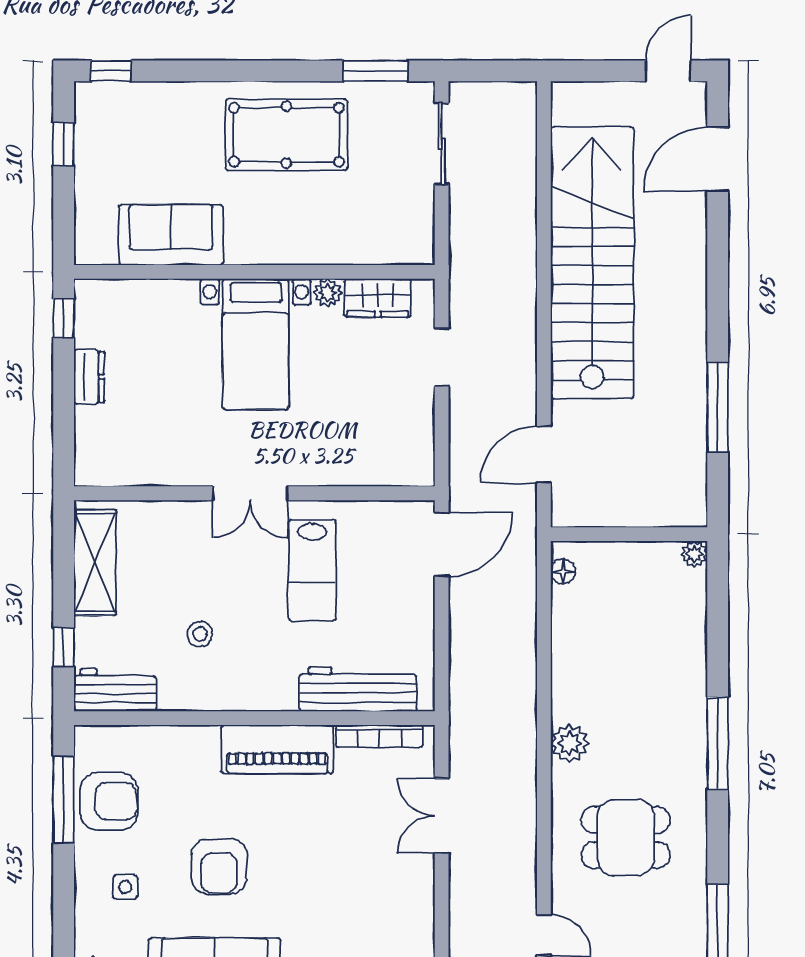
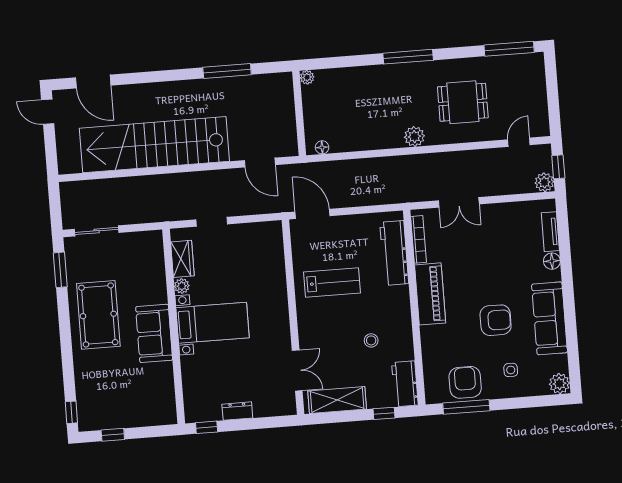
sofa: (171, 235) -> (154, 333), moved
double door: (250, 493) -> (297, 370), moved
dining table: (626, 838) -> (463, 102), turned 90

